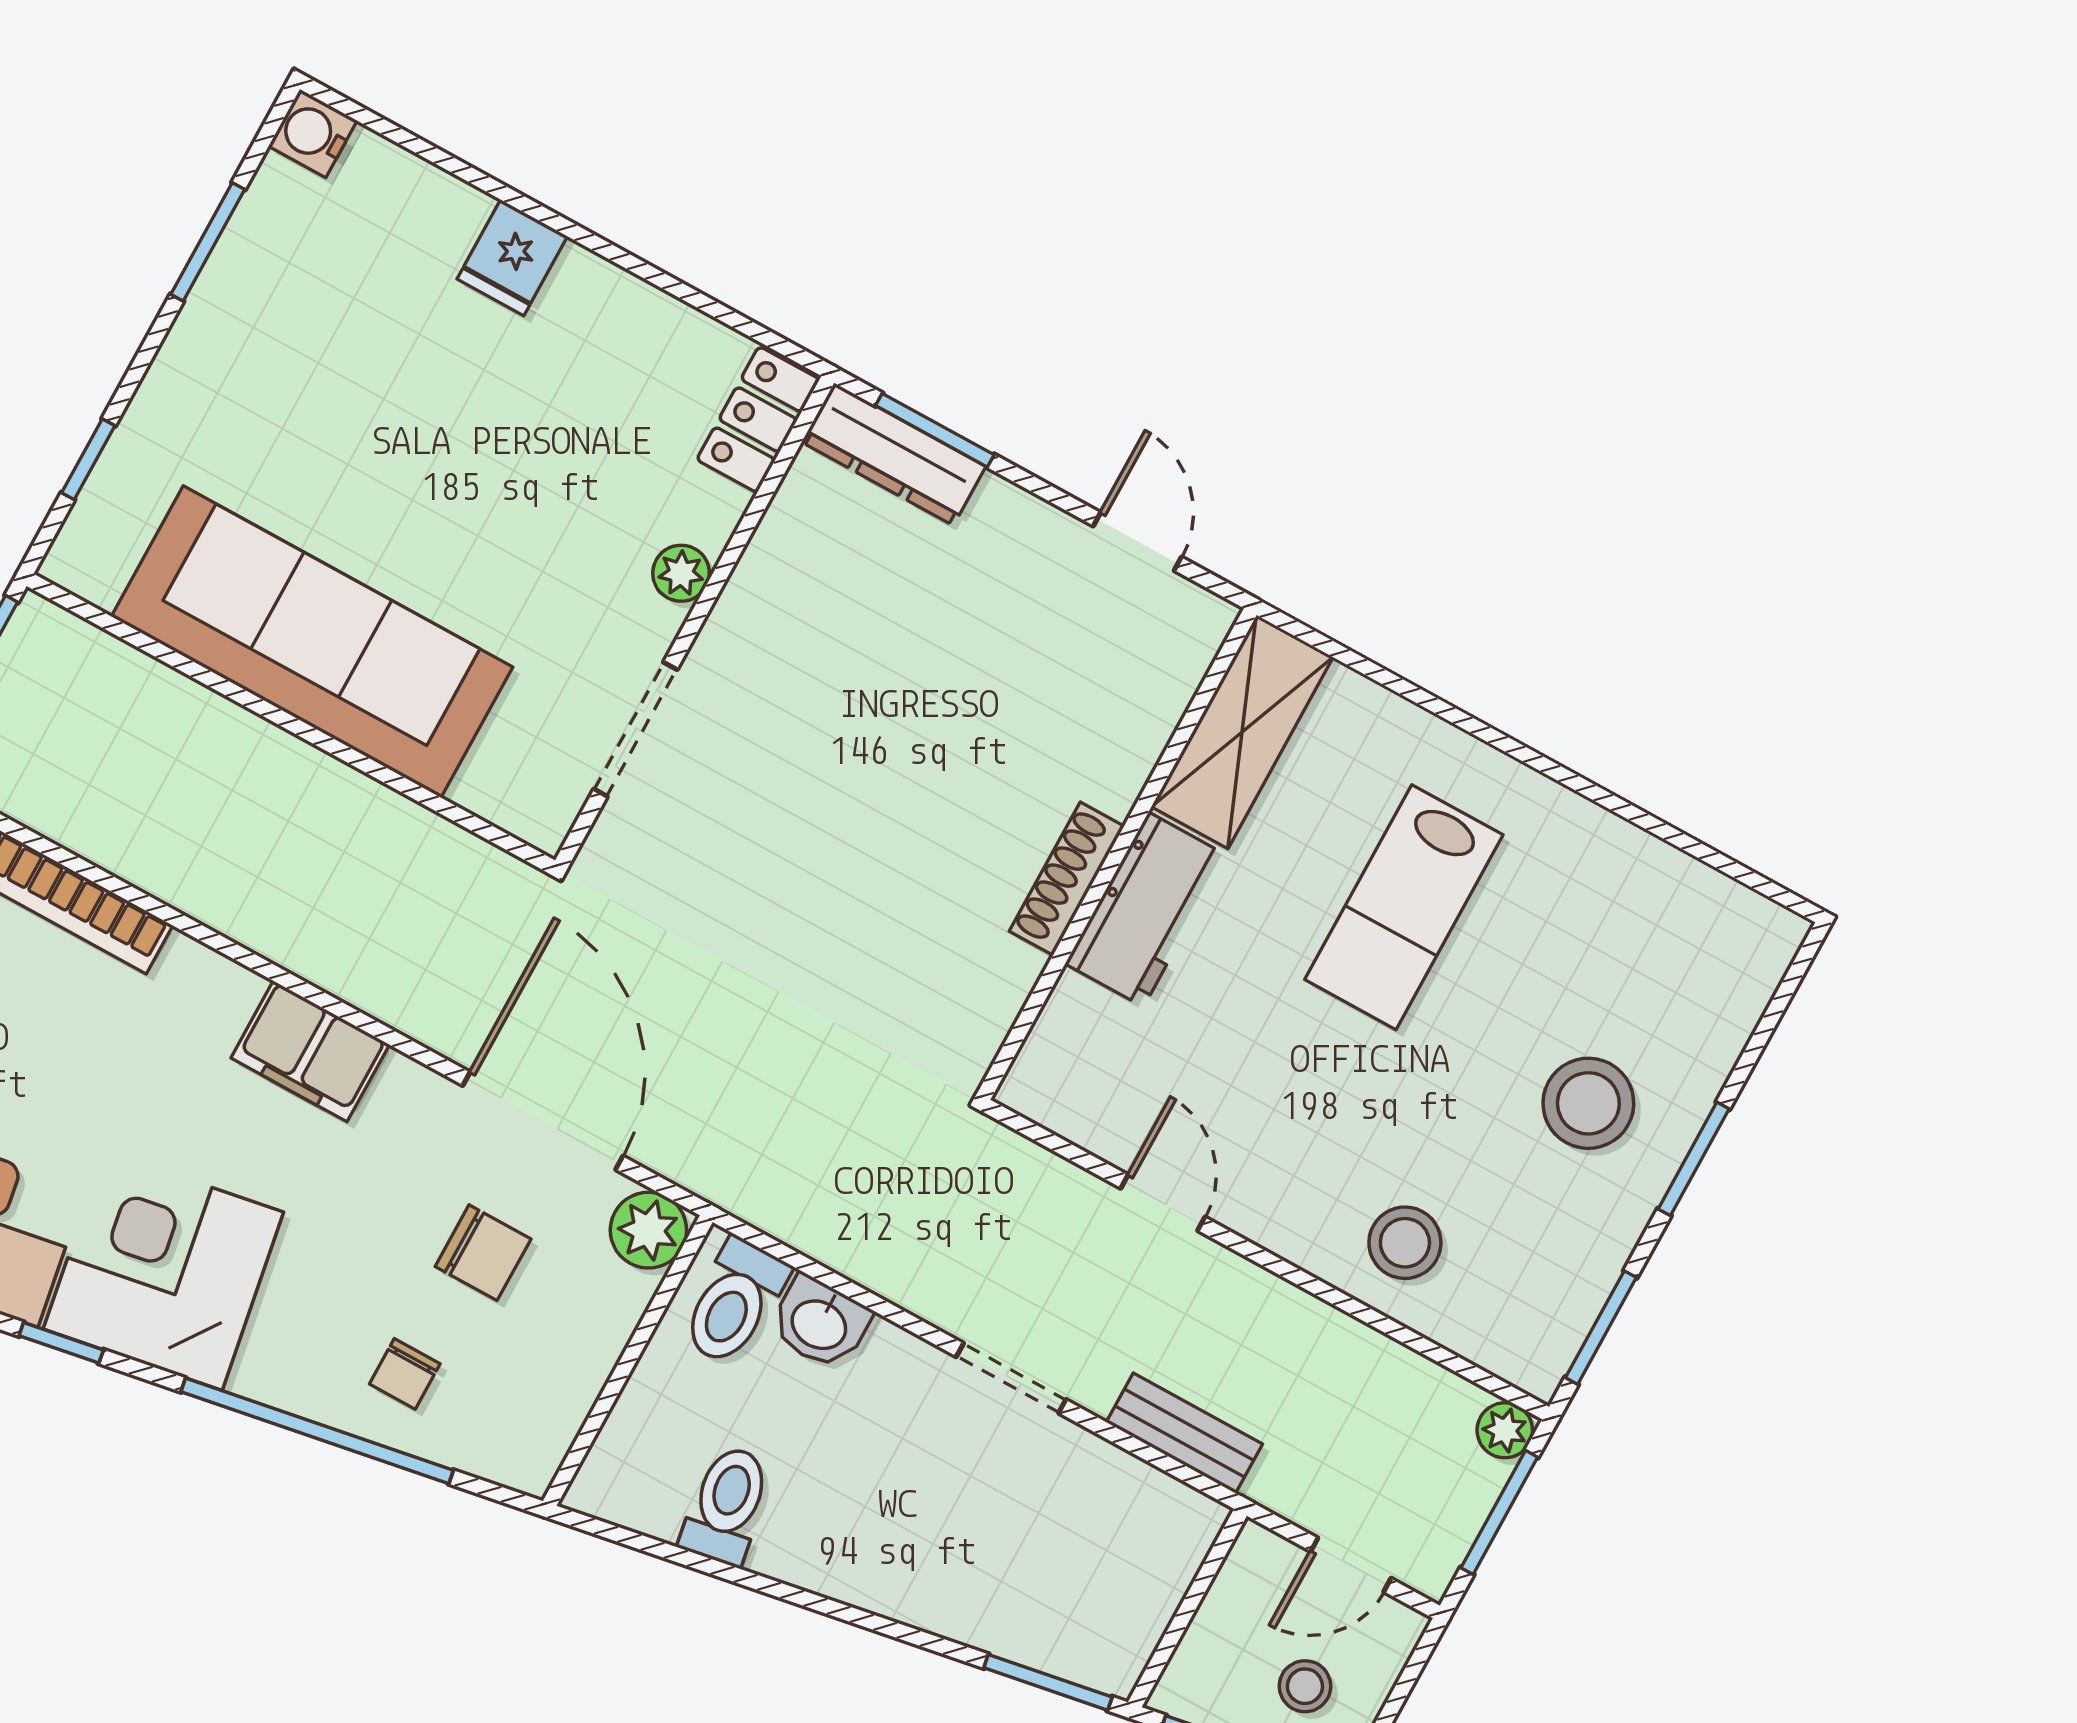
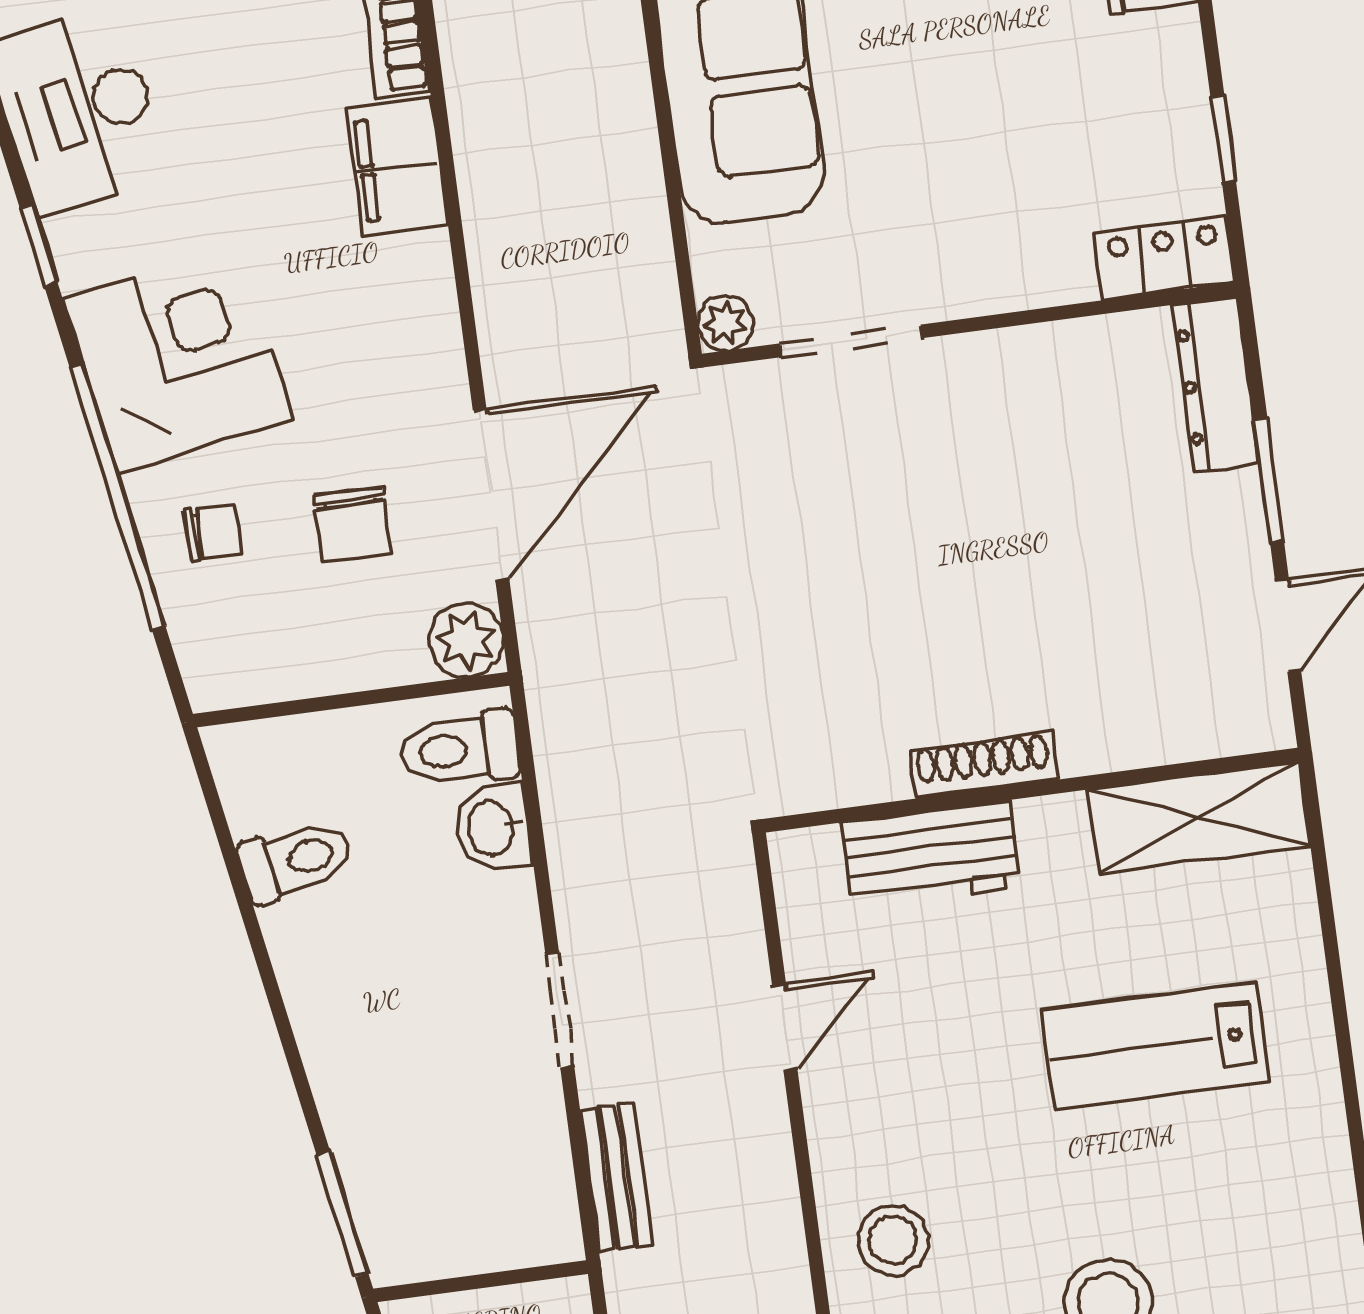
window: (696, 299) -> (1223, 139), added
window: (935, 430) -> (1269, 480), moved
plant: (681, 573) -> (725, 323), moved
workbench: (1146, 909) -> (931, 854), moved
filing cabinet: (310, 1051) -> (397, 167), moved
corner desk: (163, 1271) -> (178, 359), moved
chair: (405, 1374) -> (213, 532), turned 180

